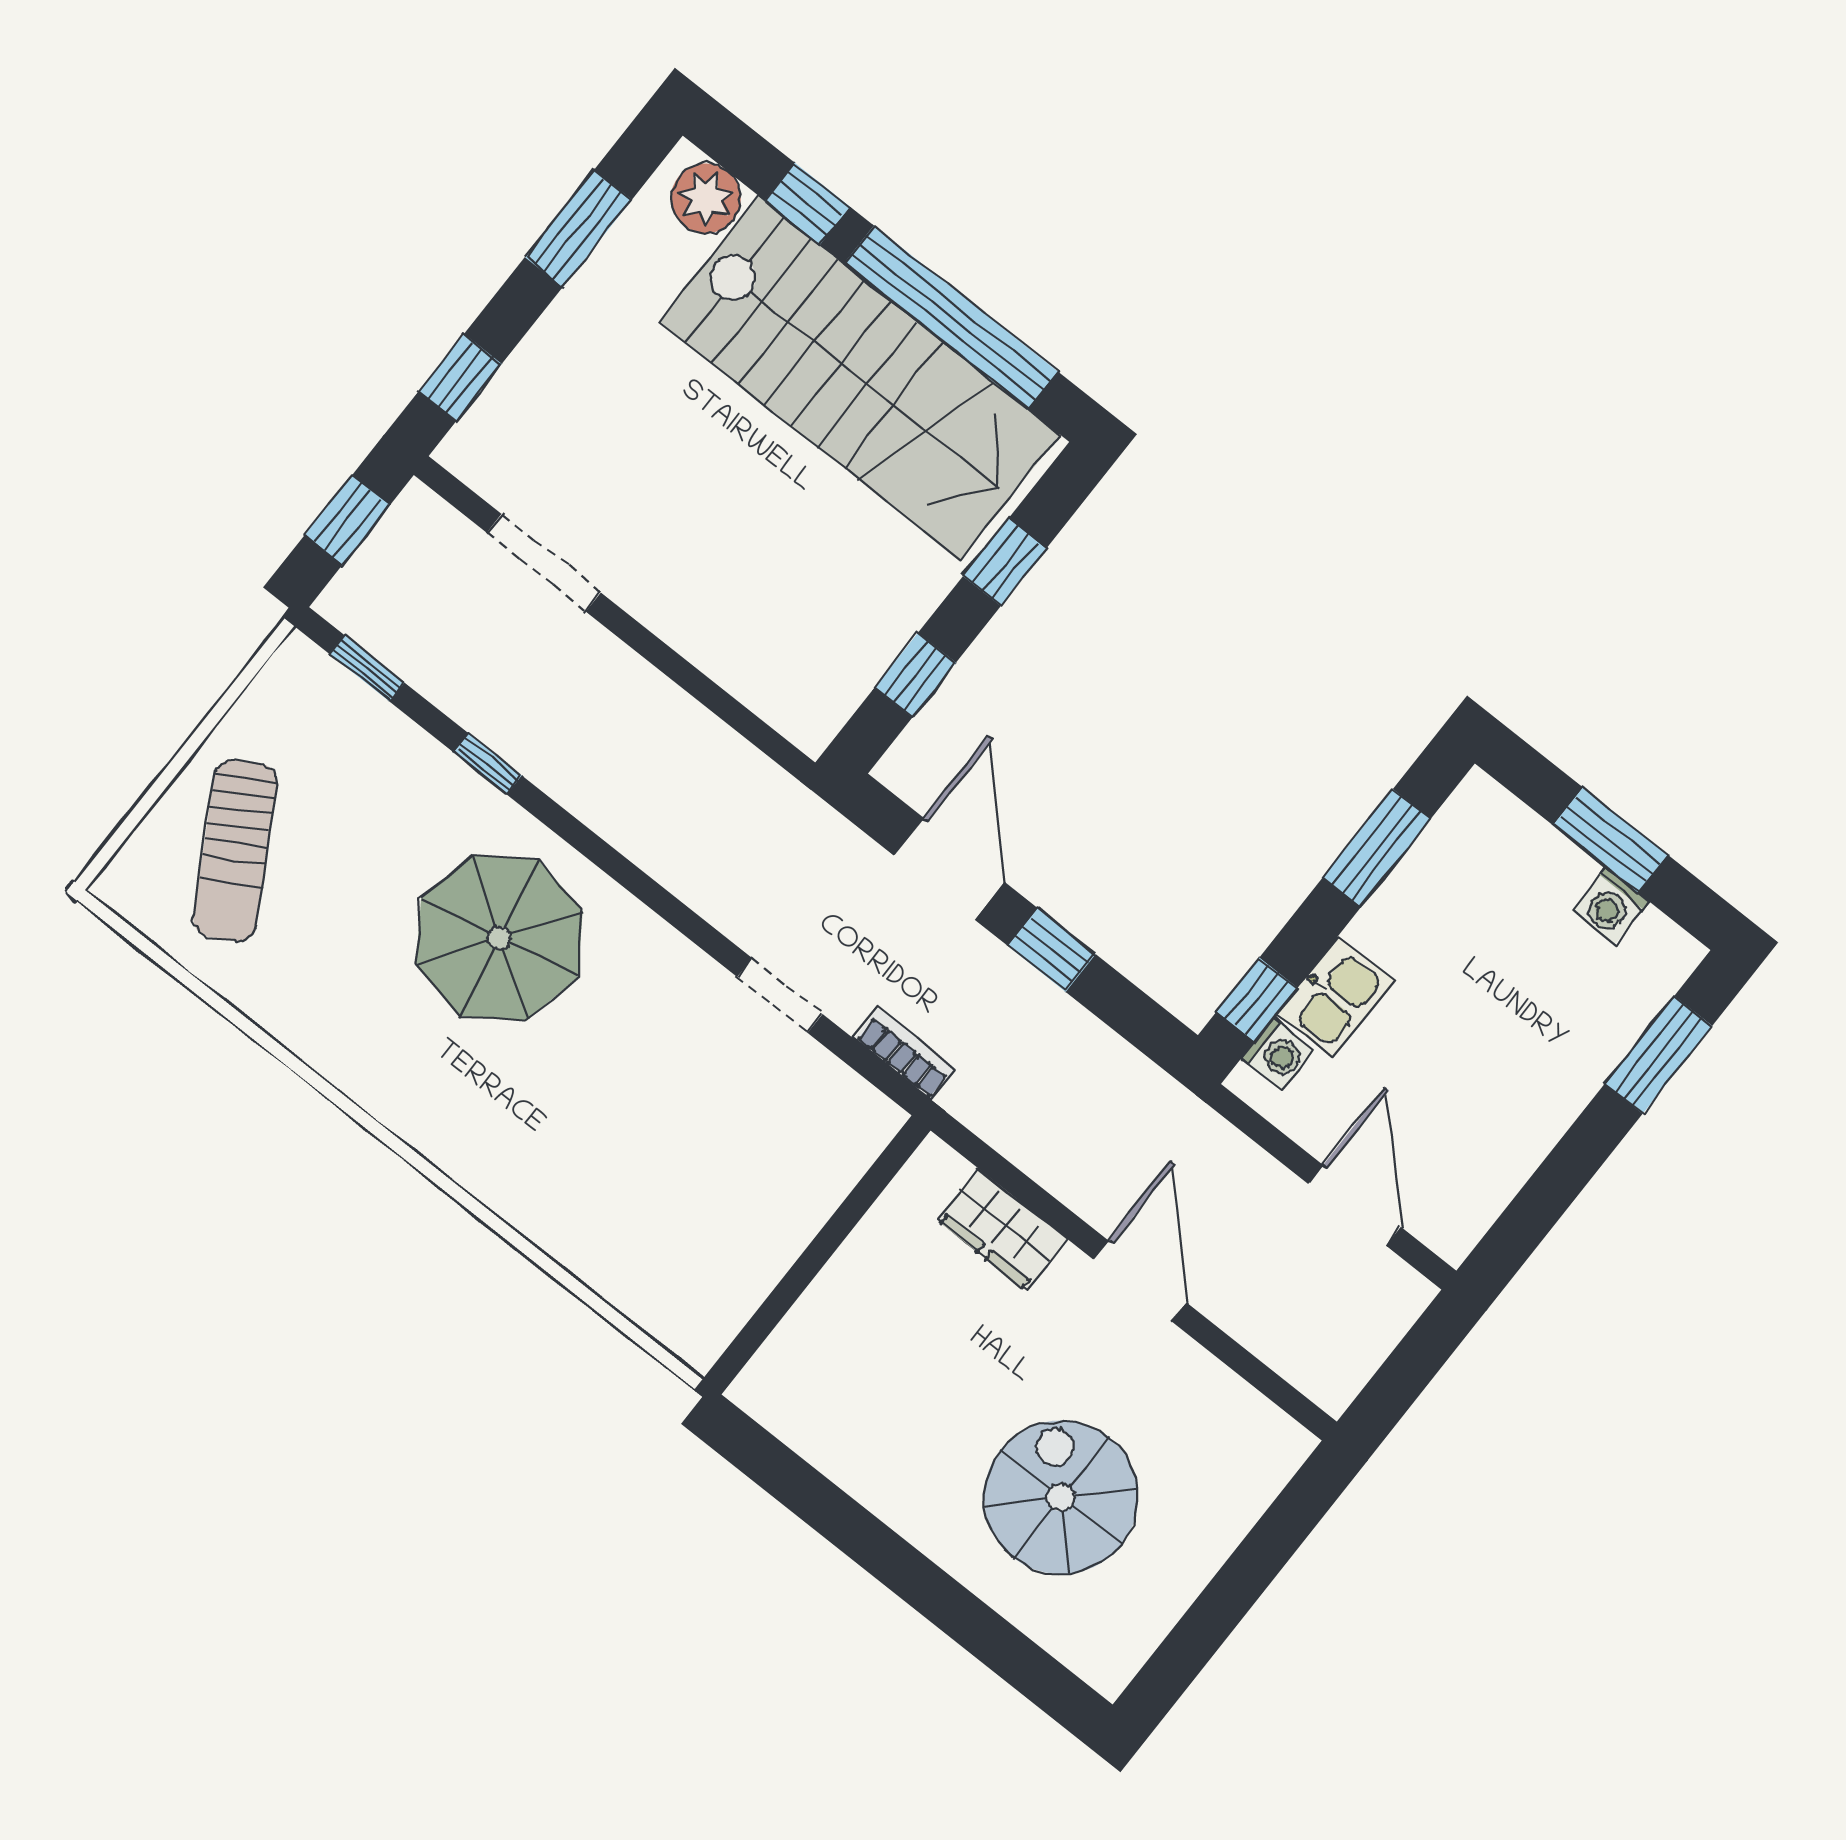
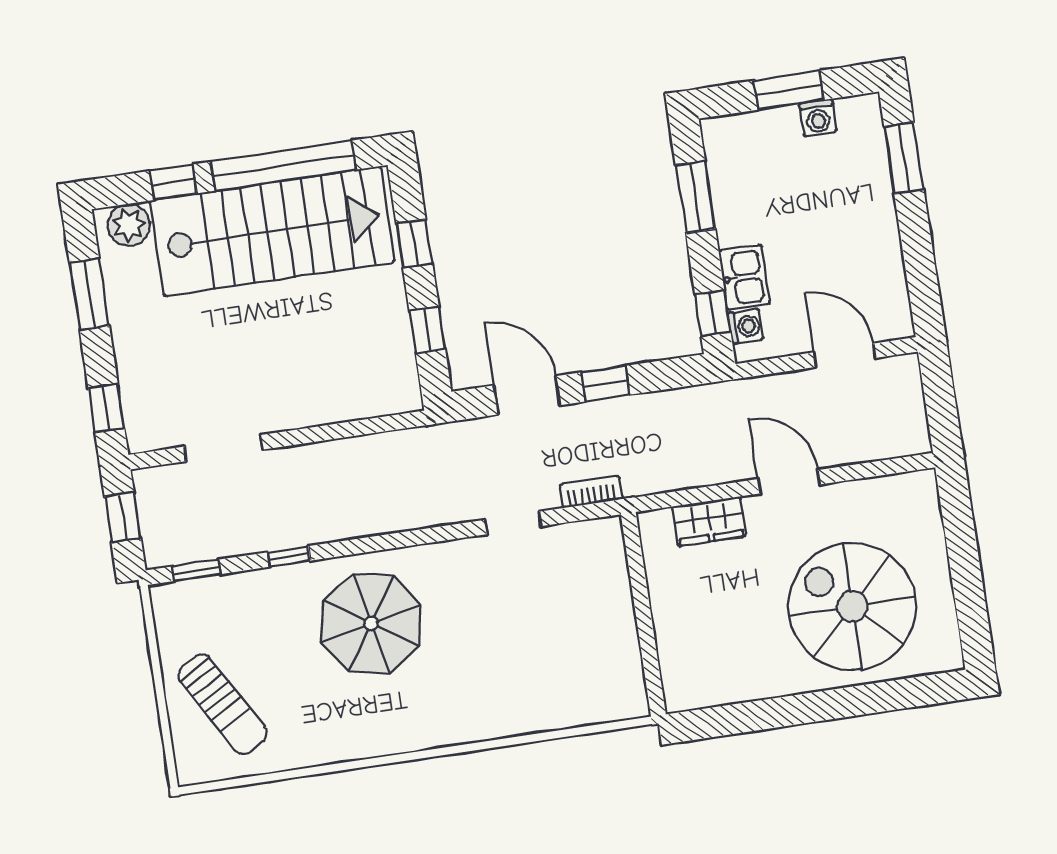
spiral stairs: (1061, 1497) -> (852, 607), width x1.37, depth x1.37

